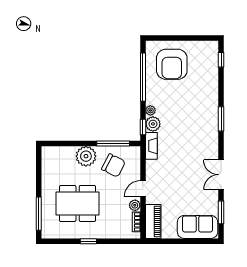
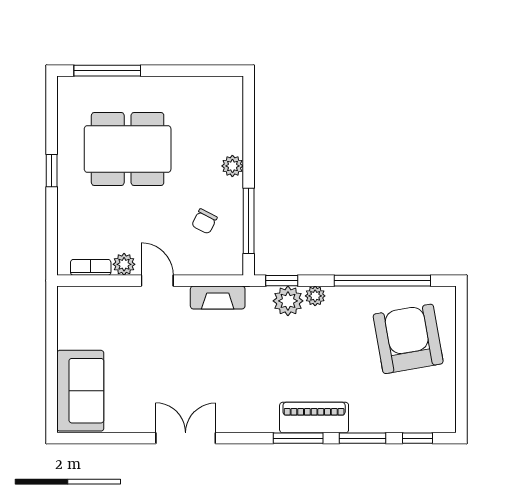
armchair: (172, 64) -> (408, 339), turned 80
fireplace: (151, 146) -> (218, 298), moved
plant: (86, 156) -> (232, 166), width x0.53, depth x0.53
chair: (113, 165) -> (204, 221), width x0.54, depth x0.54
dining table: (78, 203) -> (128, 149), turned 90
window: (221, 212) -> (363, 438), moved
piano: (153, 222) -> (314, 418), moved, turned 180

